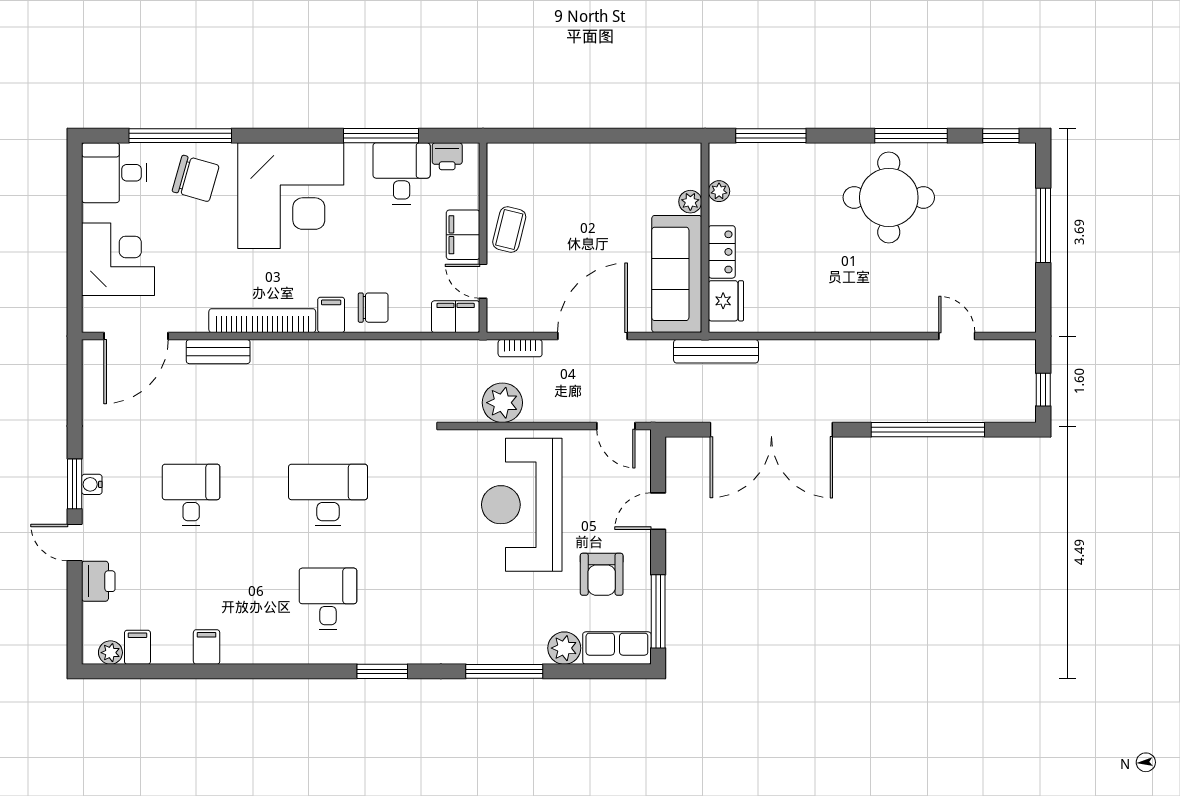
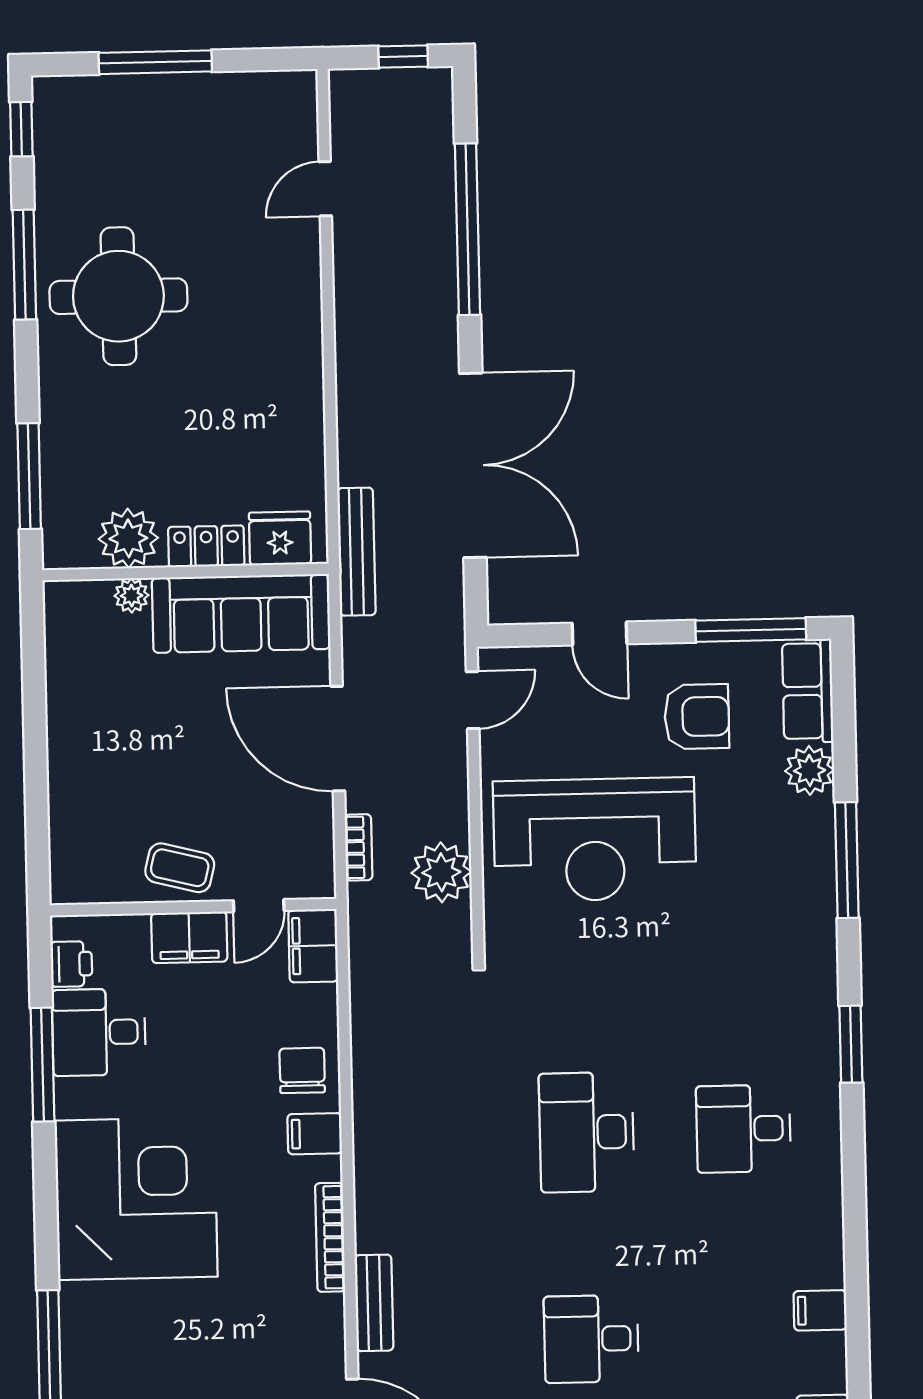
chair: (196, 178) -> (113, 1343), removed
plant: (719, 191) -> (128, 538), width x1.87, depth x1.87
bookcase: (262, 321) -> (330, 1237), width x0.68, depth x0.76

